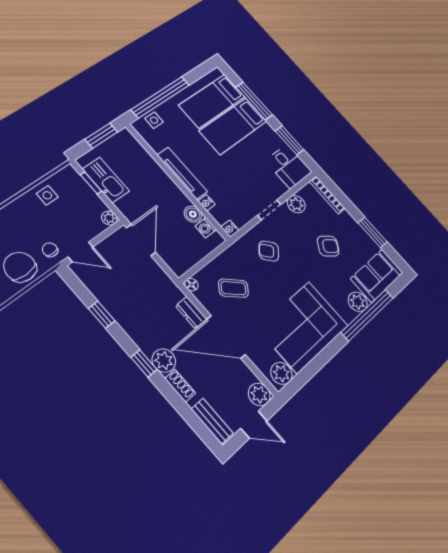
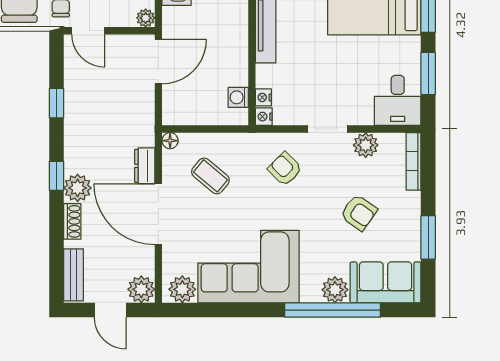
nightstand: (207, 203) -> (263, 97), moved
boiler: (193, 214) -> (237, 74), removed

